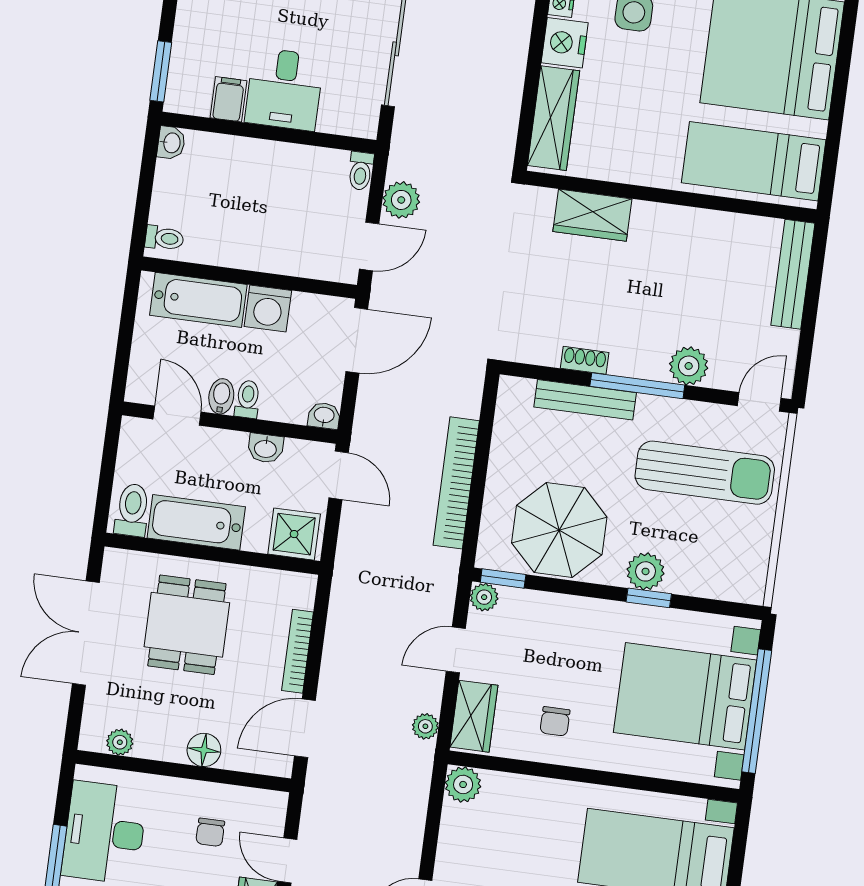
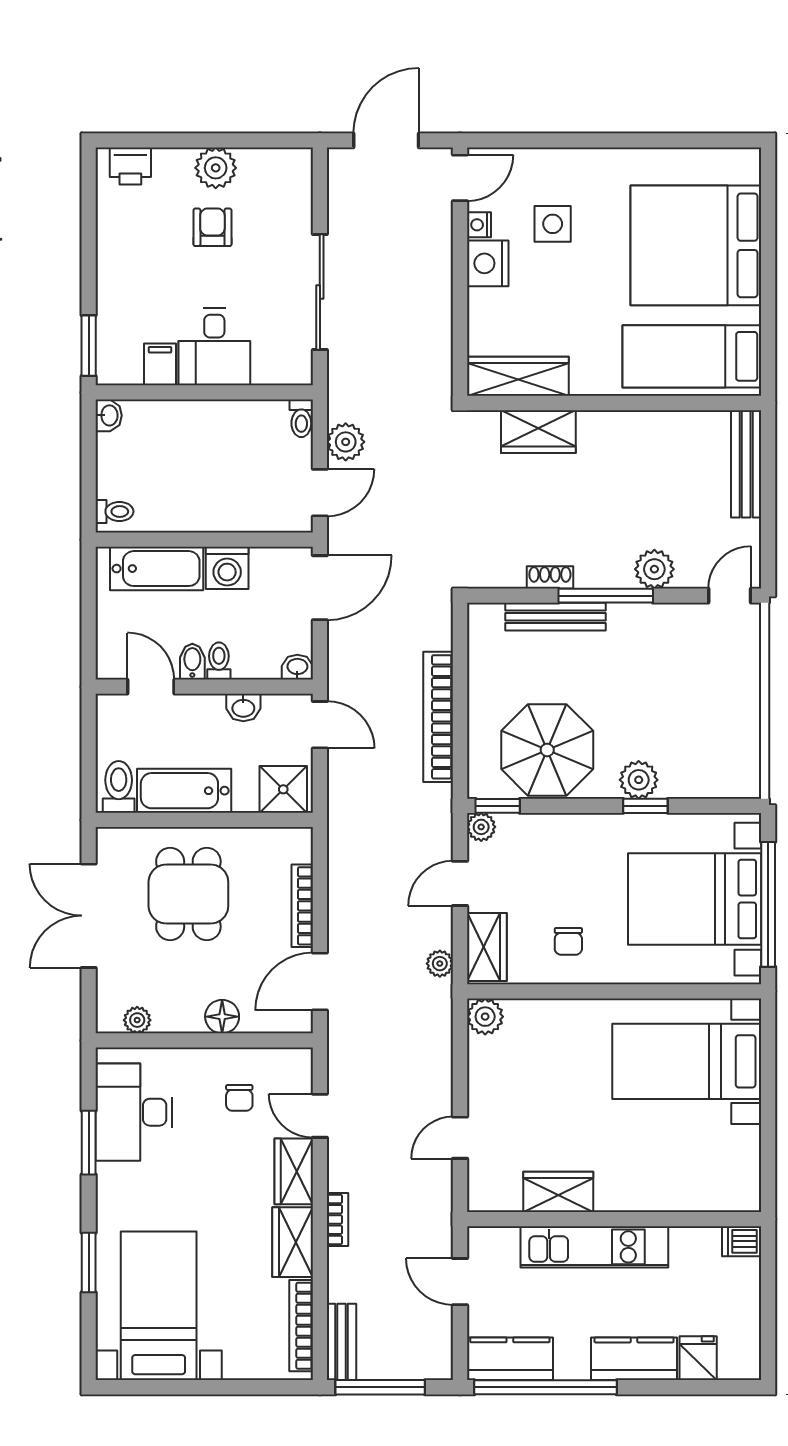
wardrobe: (554, 118) -> (518, 376), moved, turned -90
sun lounger: (705, 473) -> (685, 673), removed

